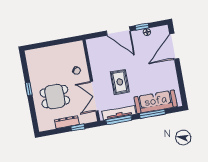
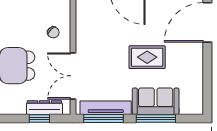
rug: (120, 82) -> (147, 57), moved, turned 90
sofa: (156, 102) -> (156, 101), width x0.73
dresser: (67, 122) -> (44, 108), moved

